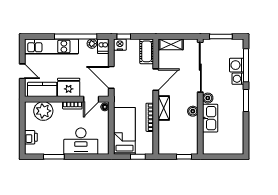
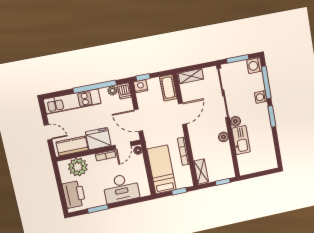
washing machine: (237, 65) -> (254, 66), moved
shelving: (164, 108) -> (201, 171), moved
printer: (31, 137) -> (74, 194), width x1.87, depth x1.48

